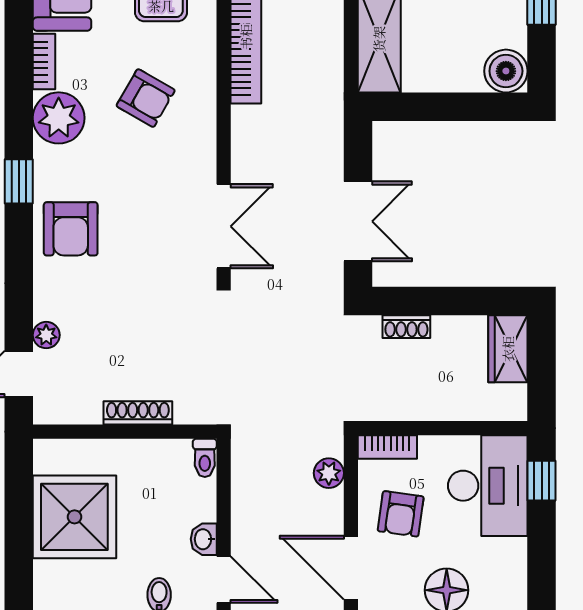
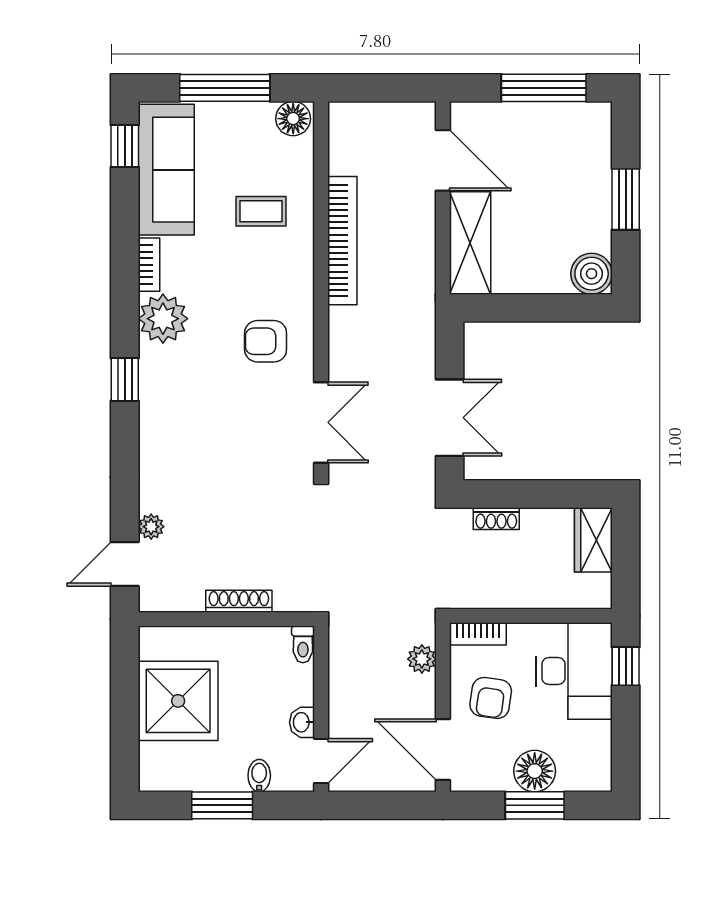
armchair: (146, 98) -> (266, 341), moved, turned 150
armchair: (71, 229) -> (175, 425), removed
door: (224, 580) -> (321, 761), hinge flipped

